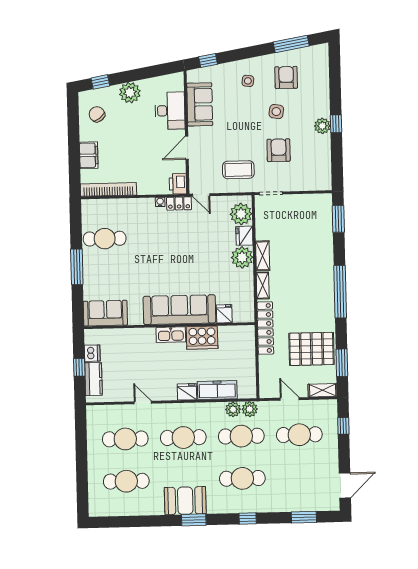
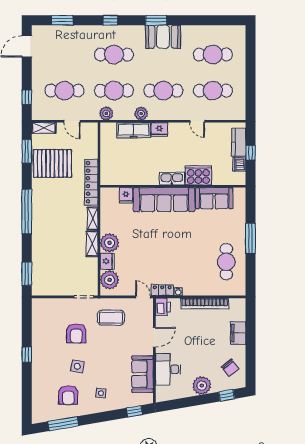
plant: (322, 126) -> (38, 353), removed
bookcase: (108, 189) -> (205, 304), moved
cafe table: (105, 239) -> (226, 262), turned 90
sofa: (105, 313) -> (214, 198), moved
cooker: (202, 338) -> (198, 175), moved
plant: (233, 409) -> (141, 114), moved

